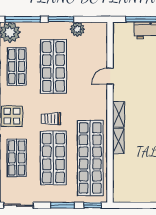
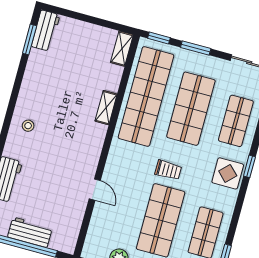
door: (110, 76) -> (95, 190), hinge flipped
shelving: (119, 114) -> (122, 49), moved
trolley: (51, 119) -> (168, 170), moved

